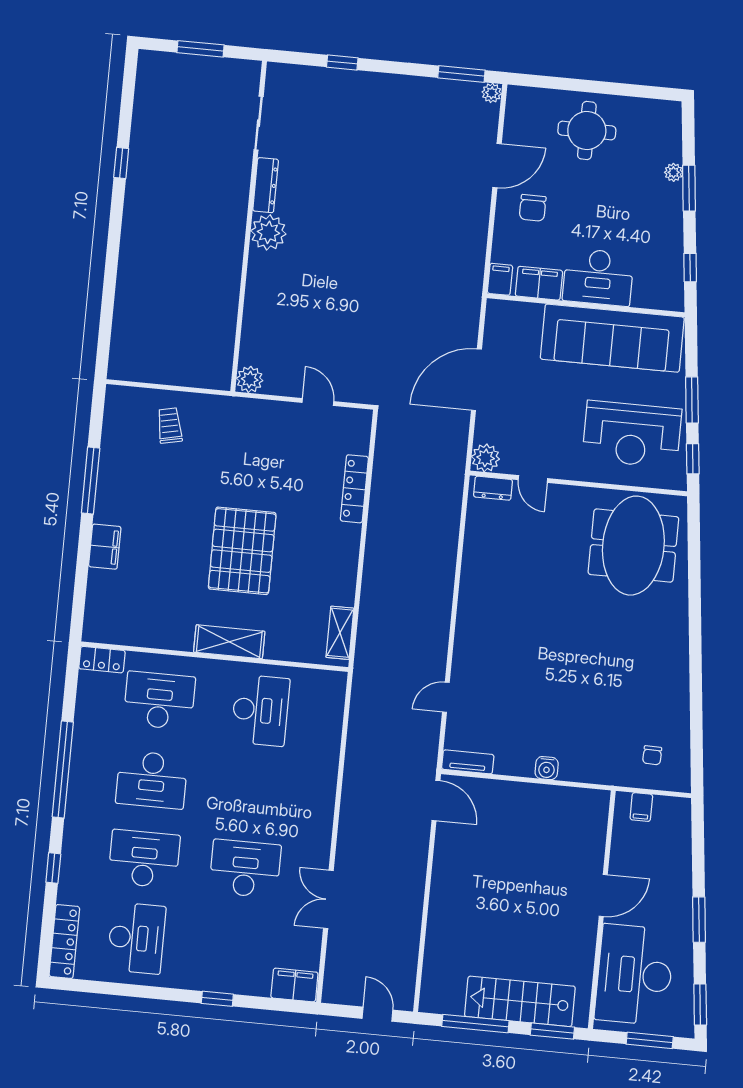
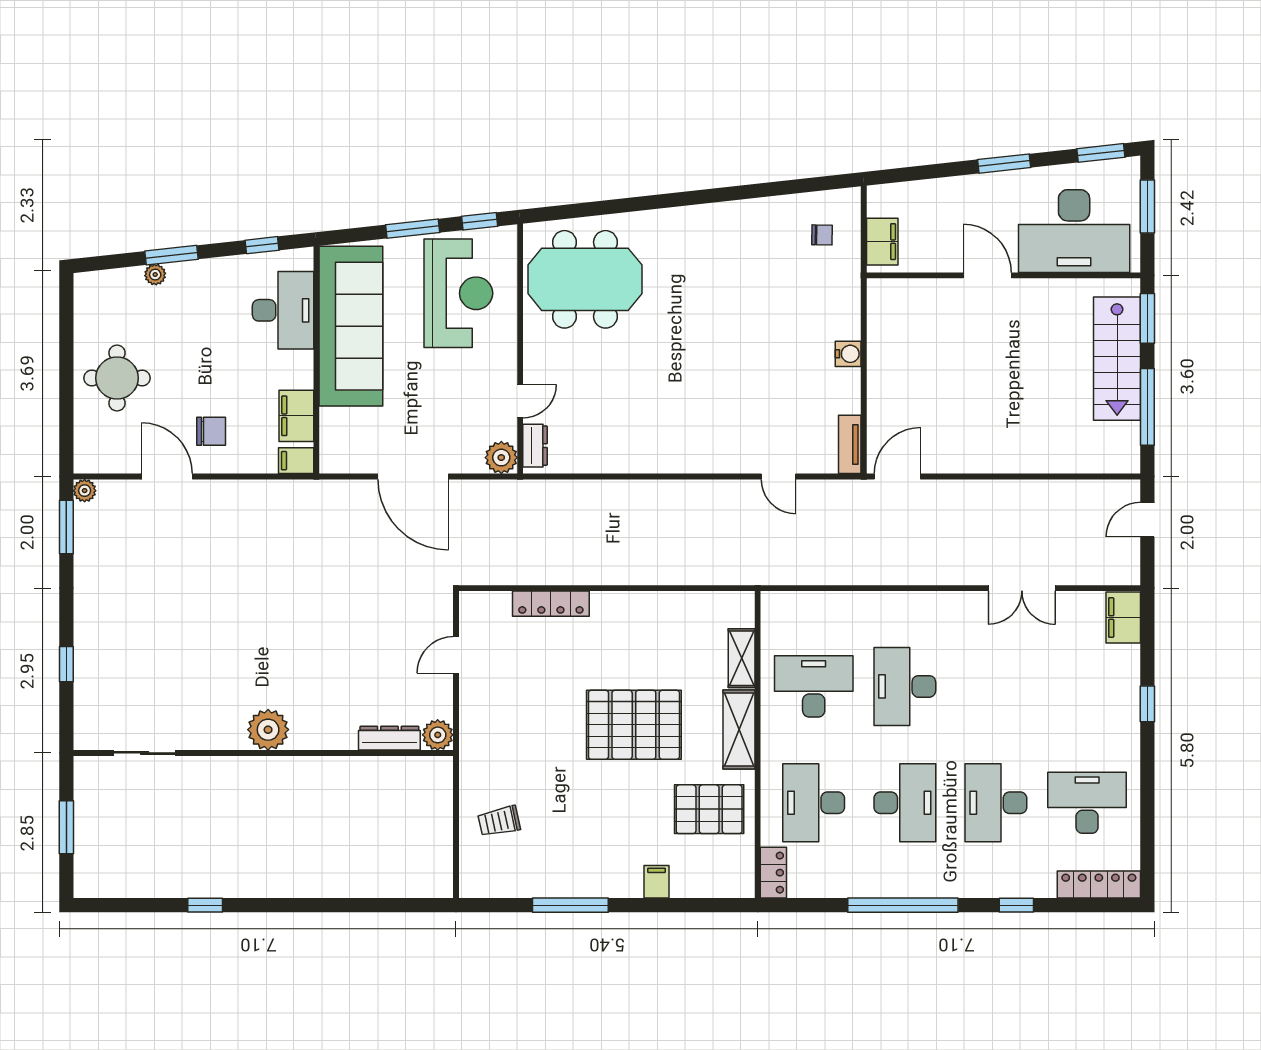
dresser: (266, 185) -> (389, 738), moved
desk: (598, 277) -> (283, 310), moved
filing cabinet: (105, 547) -> (657, 882), width x0.50
pallet: (162, 609) -> (709, 809), added
shelving: (340, 633) -> (742, 658), moved, turned 90
filing cabinet: (641, 807) -> (882, 242), width x2.00
desk: (245, 869) -> (905, 686), moved

